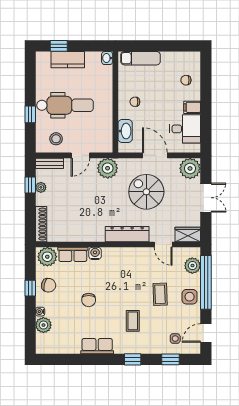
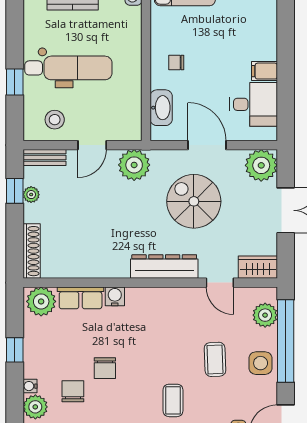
chair: (186, 80) -> (255, 29), removed
chair: (49, 285) -> (73, 391), moved, turned -103

